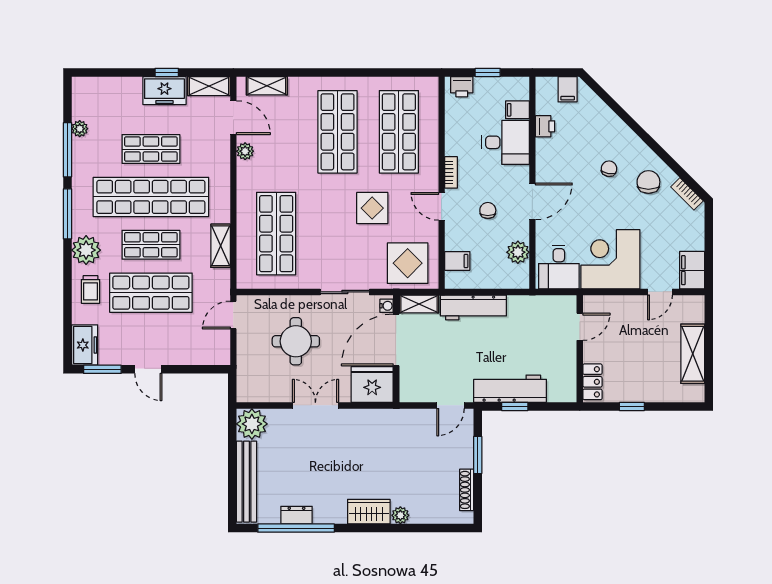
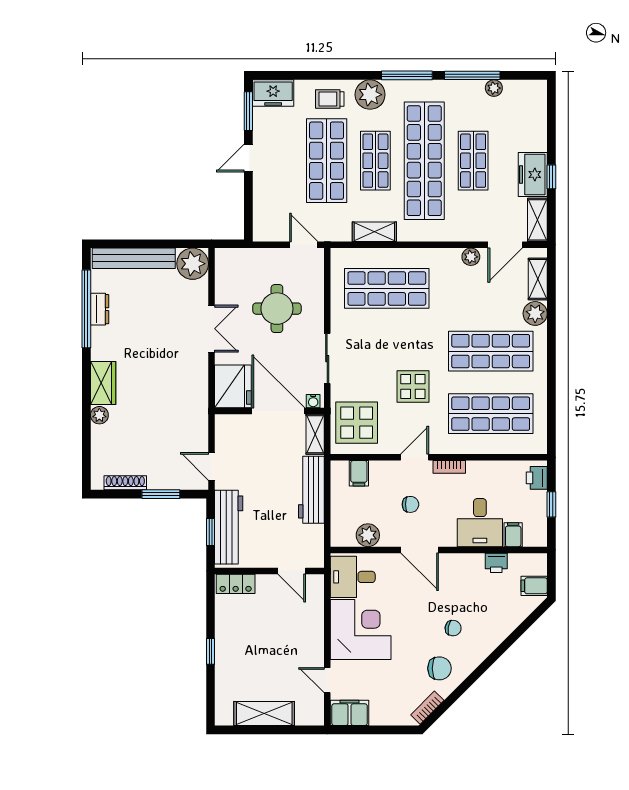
plant: (301, 88) -> (535, 313), added
door: (580, 327) -> (292, 571), moved
wall: (580, 349) -> (269, 571), moved
locker: (592, 382) -> (236, 584), moved

